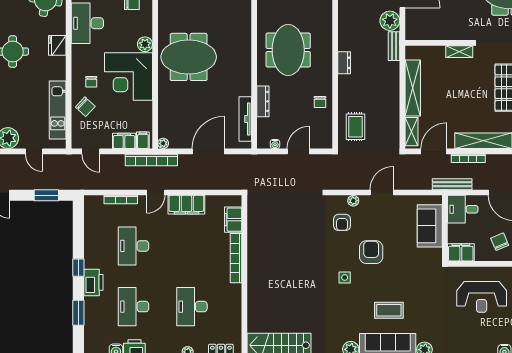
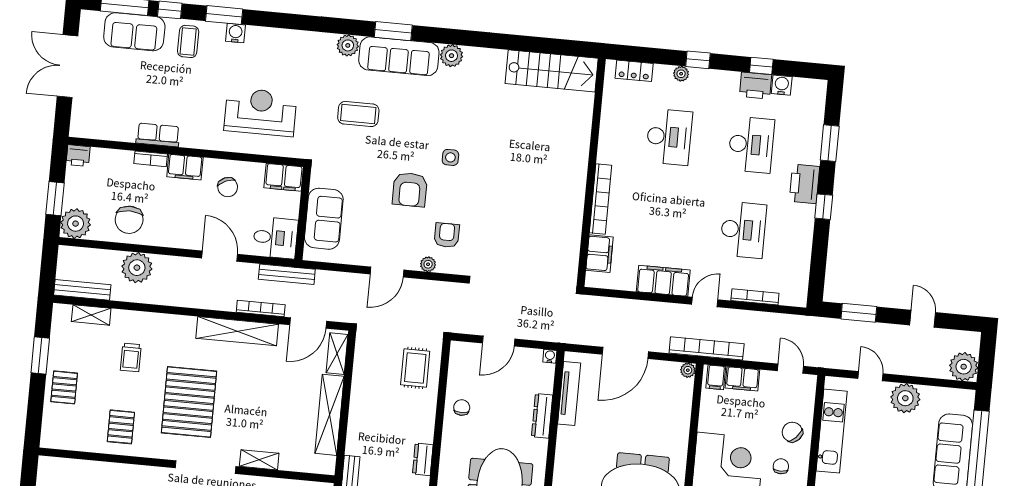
water cooler: (275, 144) -> (550, 356), moved
coffee table: (389, 310) -> (358, 114), moved

